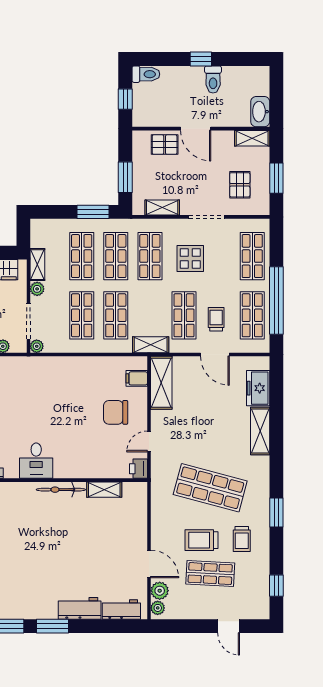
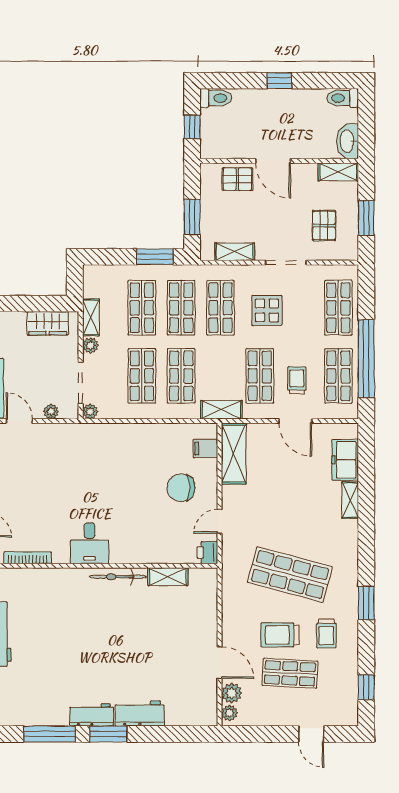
toilet: (213, 79) -> (343, 98), moved, turned 90
shelving: (260, 431) -> (350, 500), width x0.67, depth x0.75
workbench: (121, 610) -> (92, 715), moved

